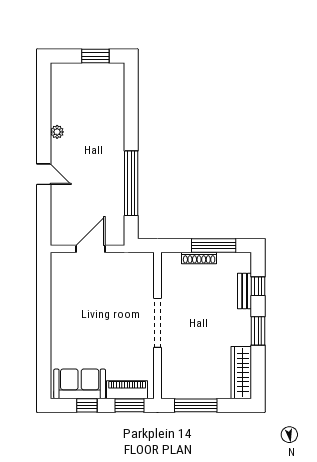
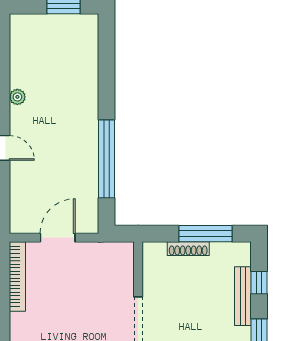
bookcase: (57, 281) -> (17, 276), added
bench: (245, 291) -> (243, 296), width x1.36

